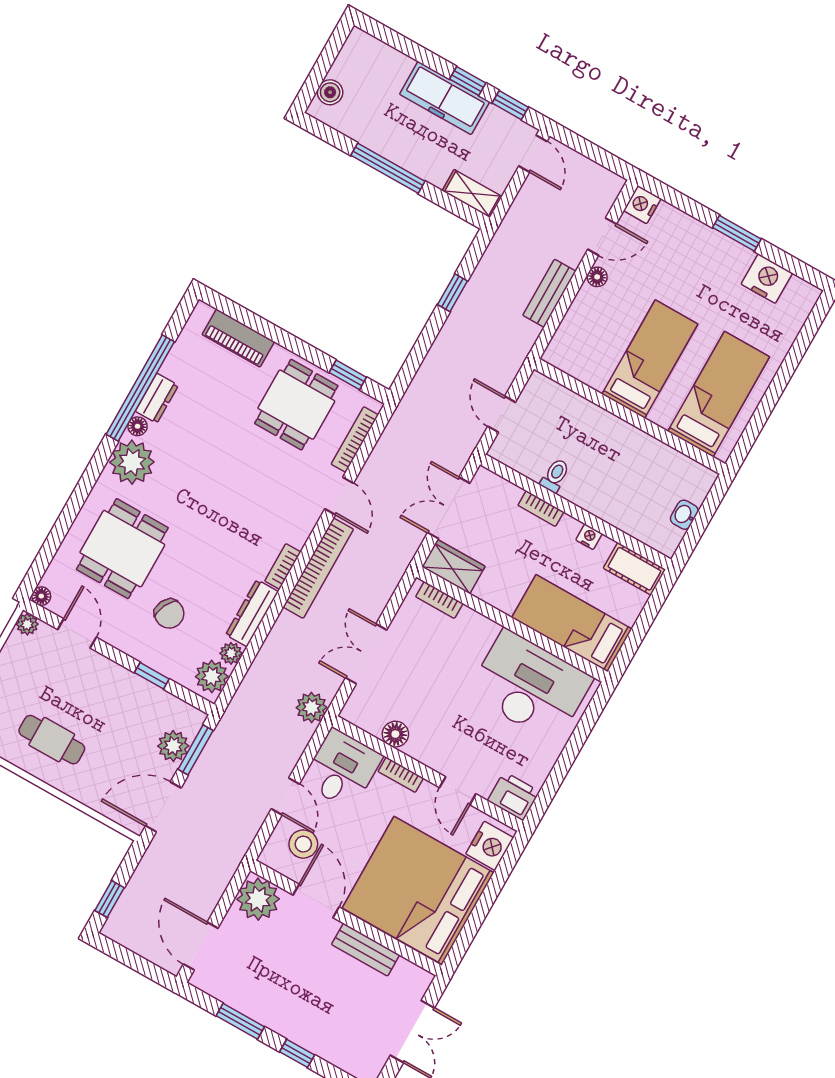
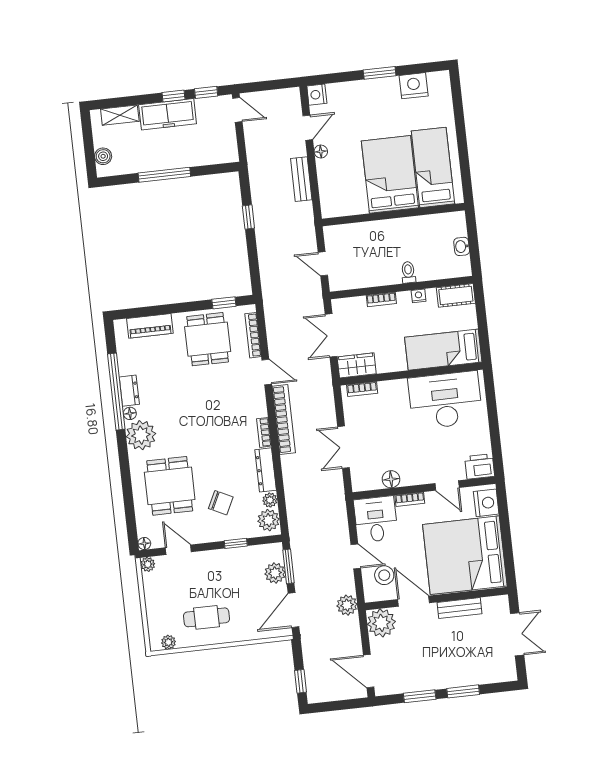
shelving: (472, 194) -> (120, 115), moved
bed: (650, 359) -> (390, 174), width x1.50
toilet: (555, 475) -> (408, 272), moved
plant: (312, 708) -> (347, 605), moved
window: (297, 1053) -> (463, 691), width x1.50

